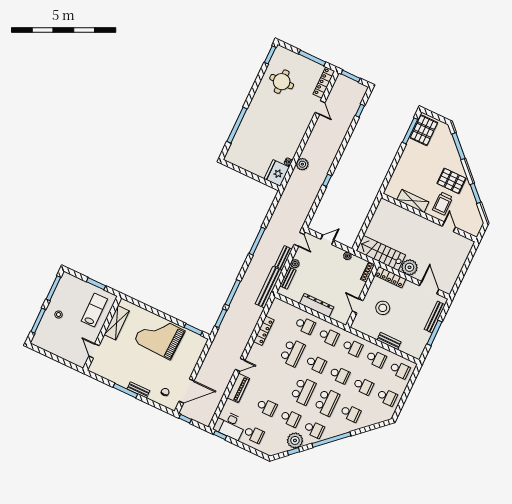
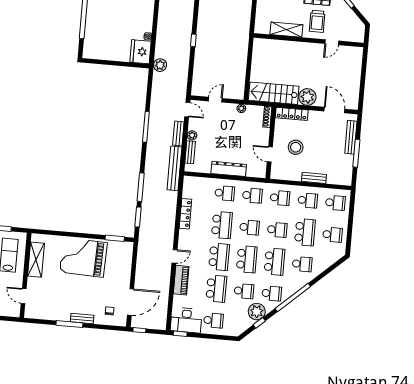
plant: (302, 164) -> (160, 65), moved
door: (449, 227) -> (332, 42), swing flipped
school desk: (279, 380) -> (219, 257), added
school desk: (363, 386) -> (305, 232), width x1.85
school desk: (267, 407) -> (216, 289), width x1.85

